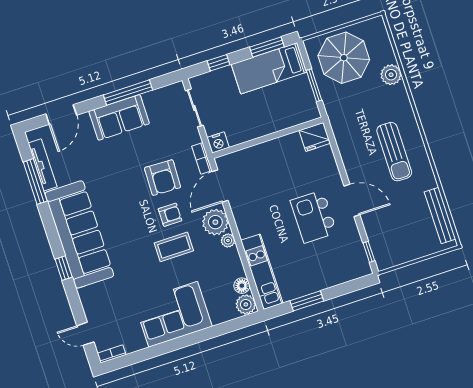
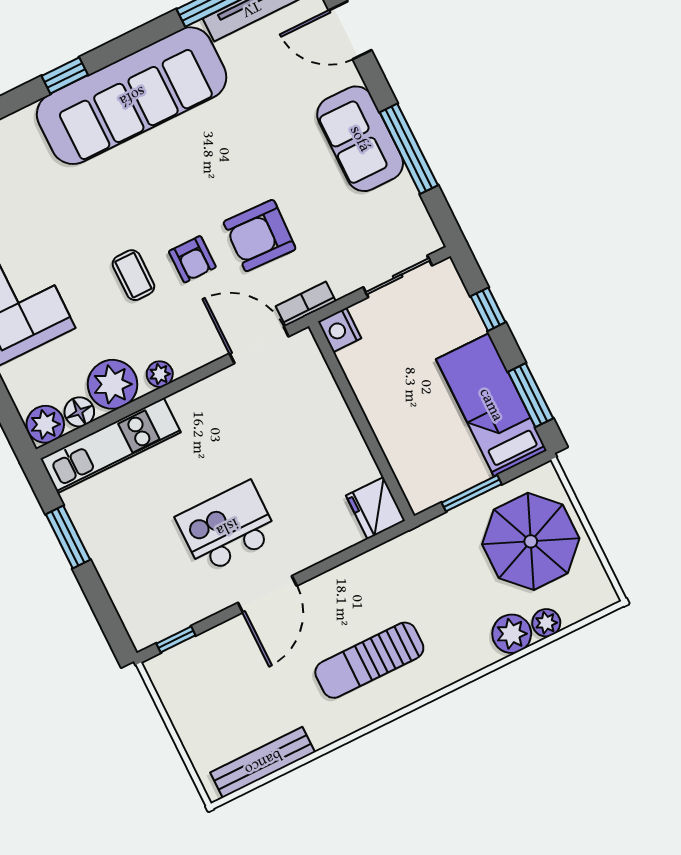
plant: (388, 56) -> (546, 623), added
plant: (215, 222) -> (113, 384), moved
coffee table: (174, 247) -> (133, 275), width x0.73, depth x0.77

